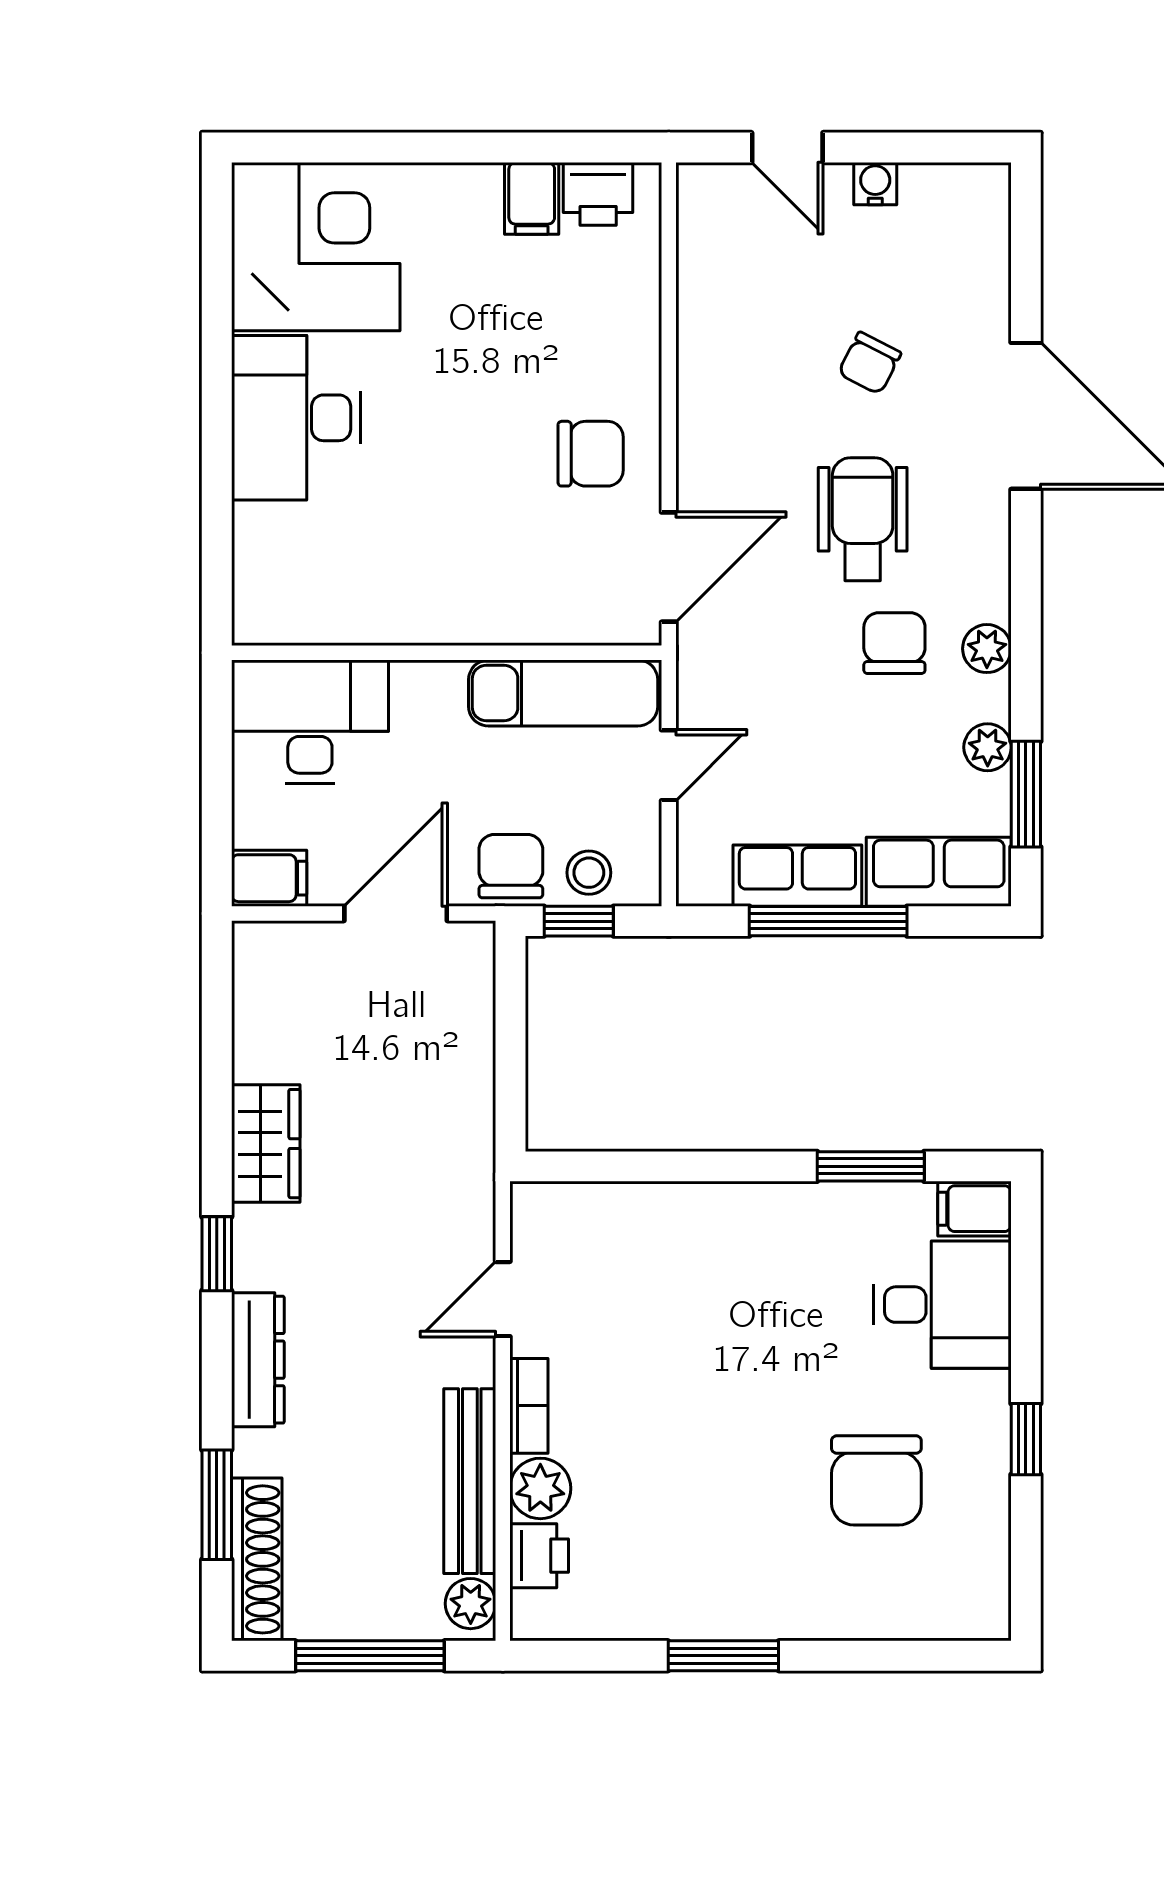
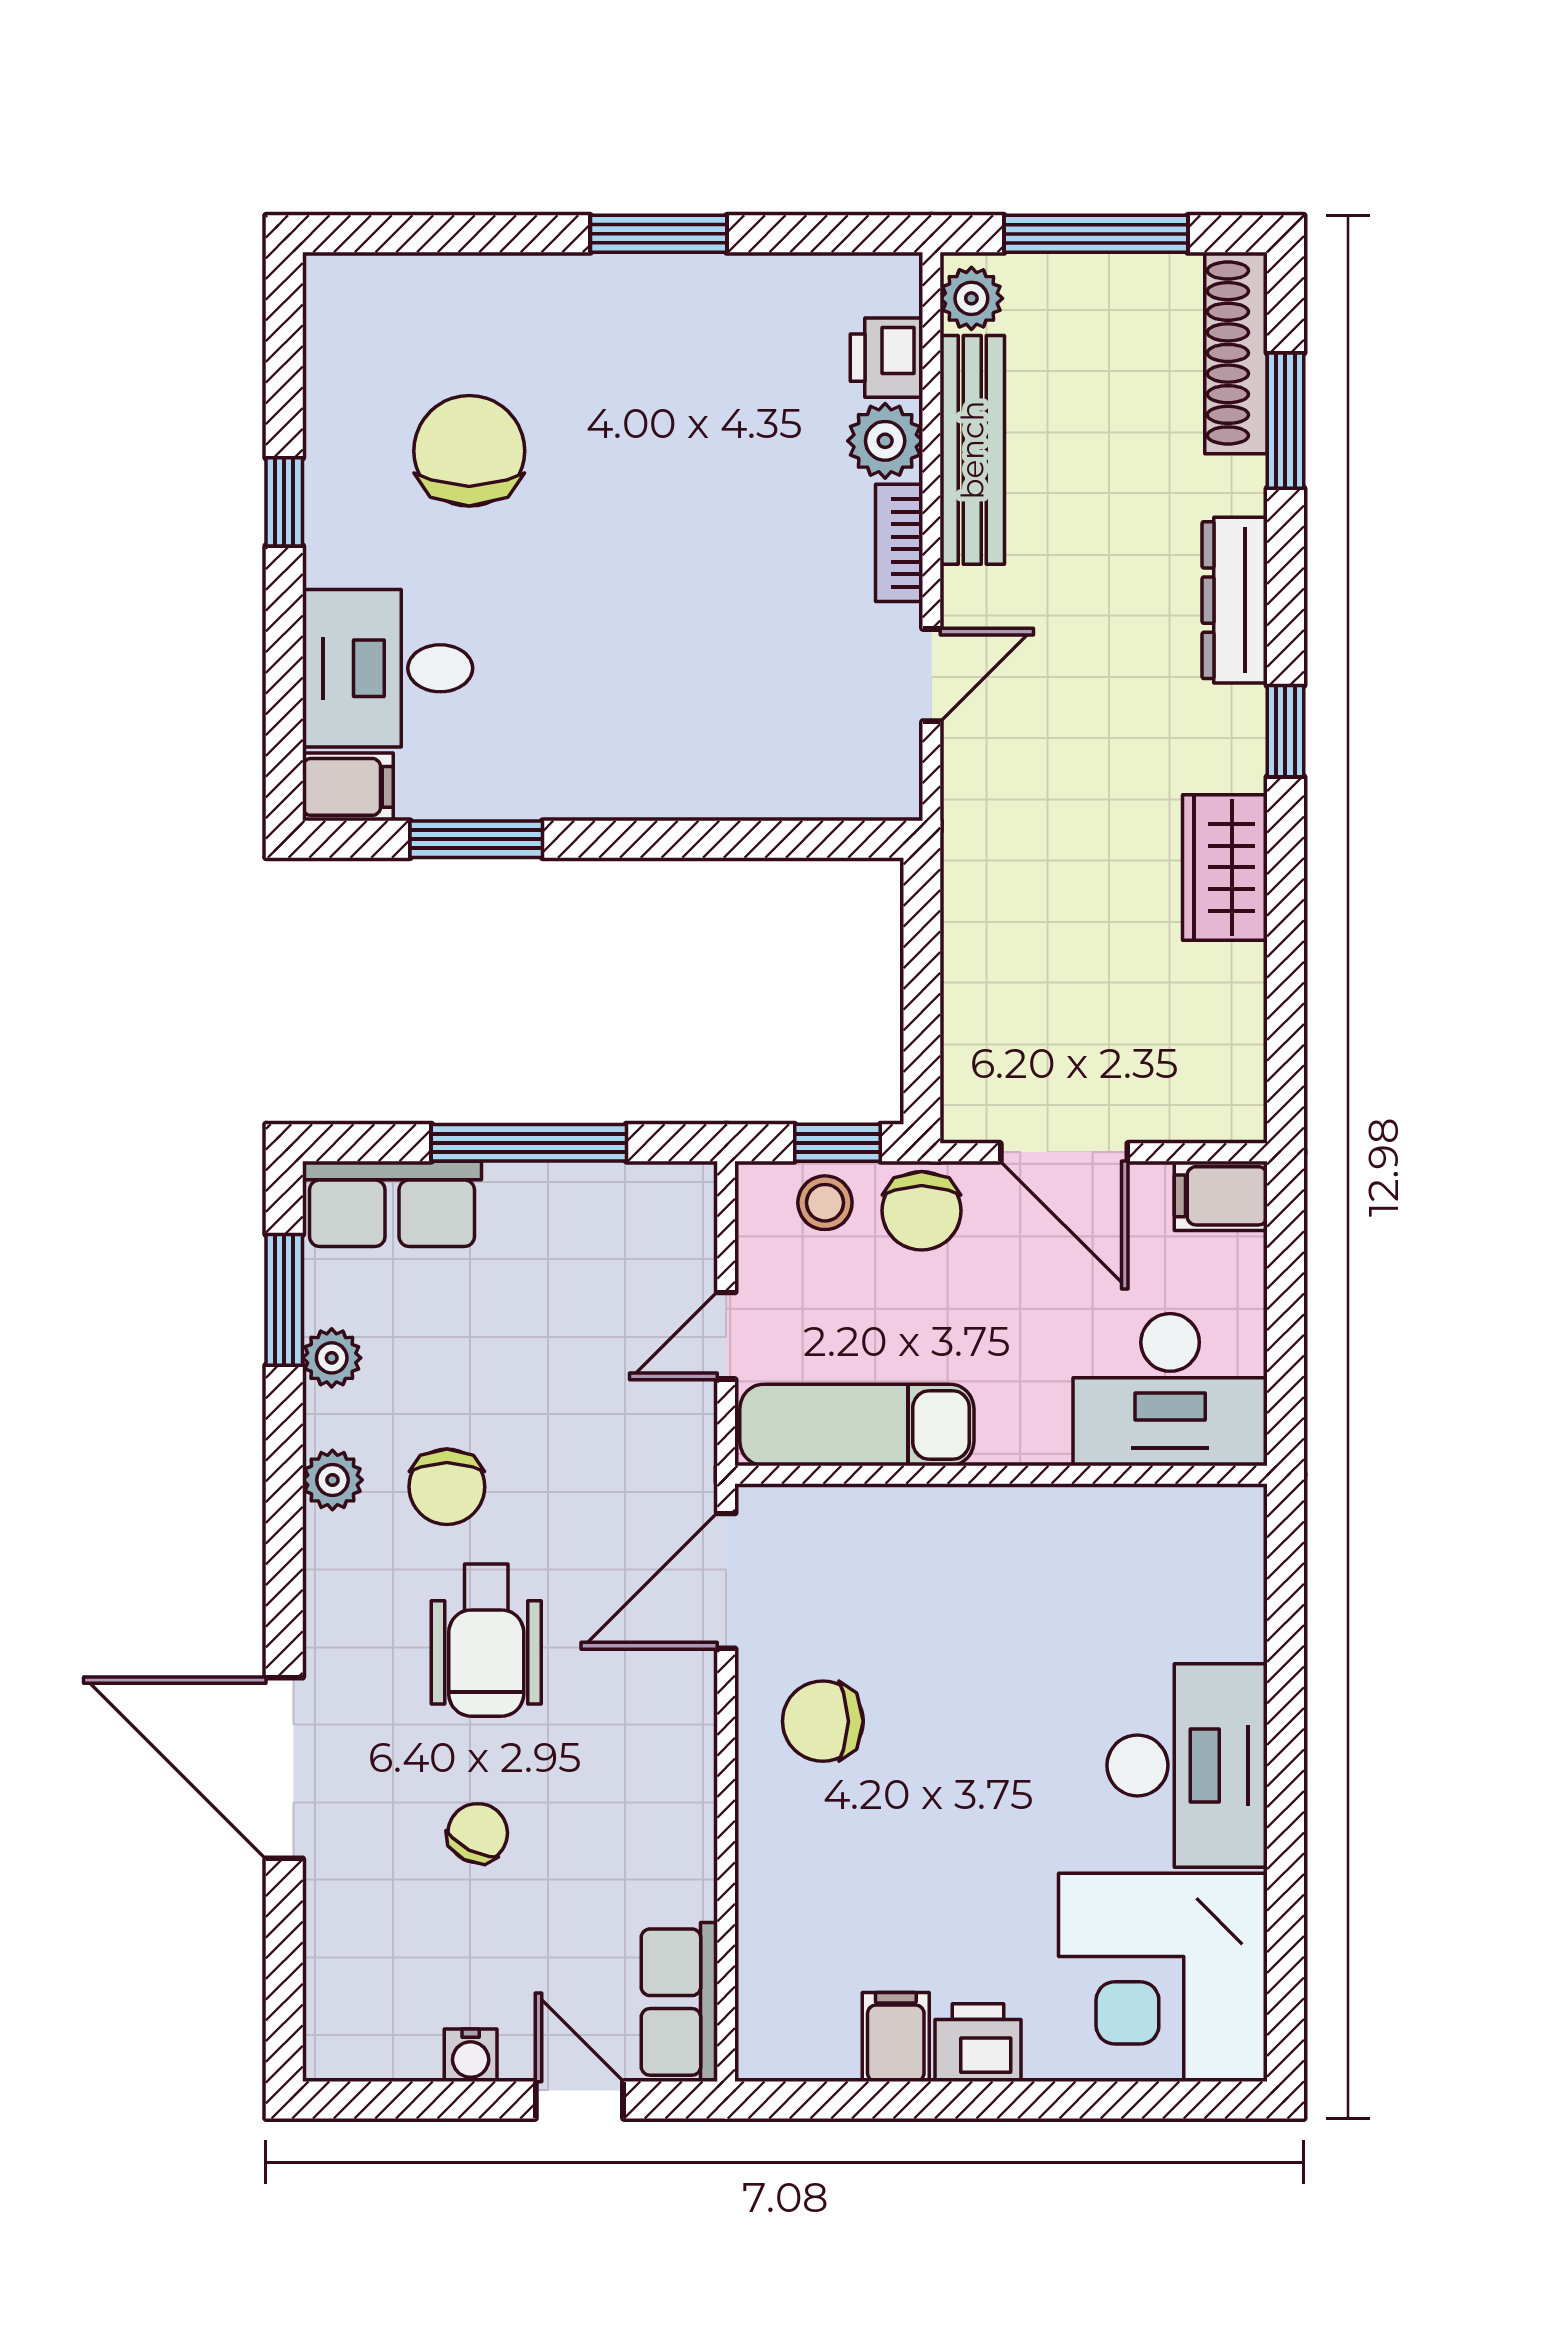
printer: (598, 194) -> (978, 2043), moved
row of seats: (797, 876) -> (679, 2002), moved, turned 90
door: (396, 913) -> (1064, 1152), hinge flipped

